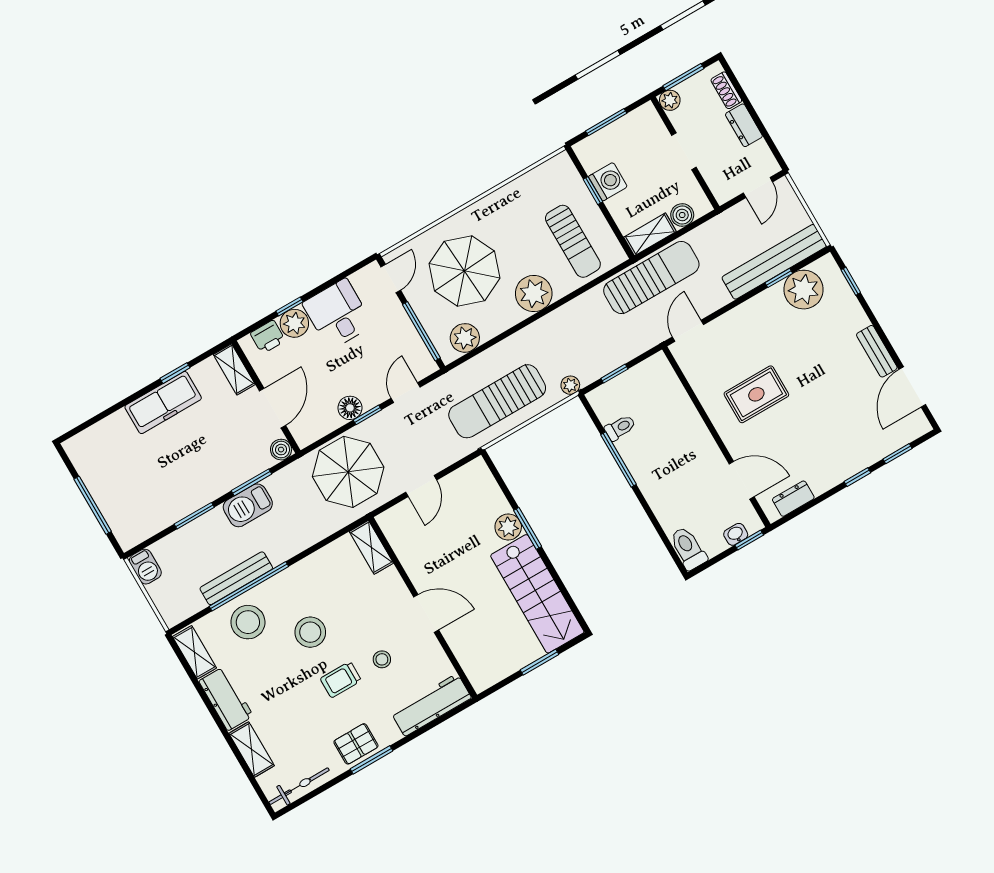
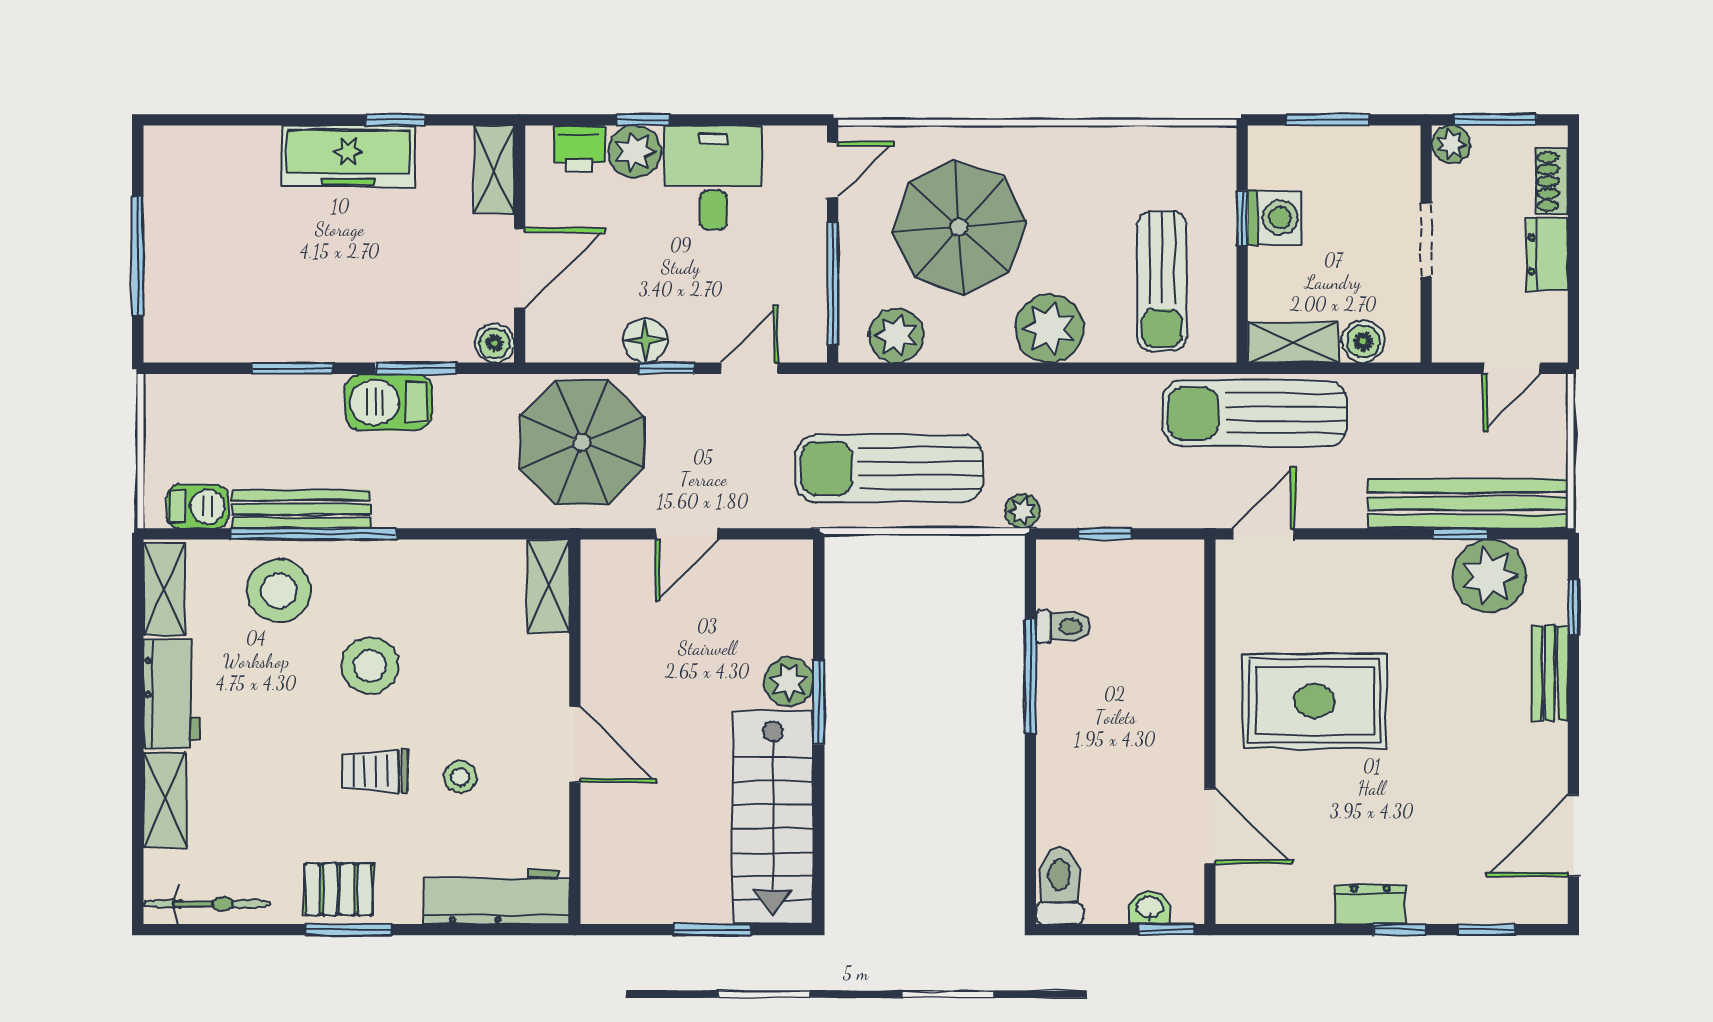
sun lounger: (651, 277) -> (1255, 413), turned 180
bench: (877, 351) -> (1550, 673), moved
rug: (756, 394) -> (1314, 701), width x1.36, depth x1.43
dresser: (793, 499) -> (1370, 904), moved
barbecue: (145, 567) -> (198, 507), moved, turned -90

